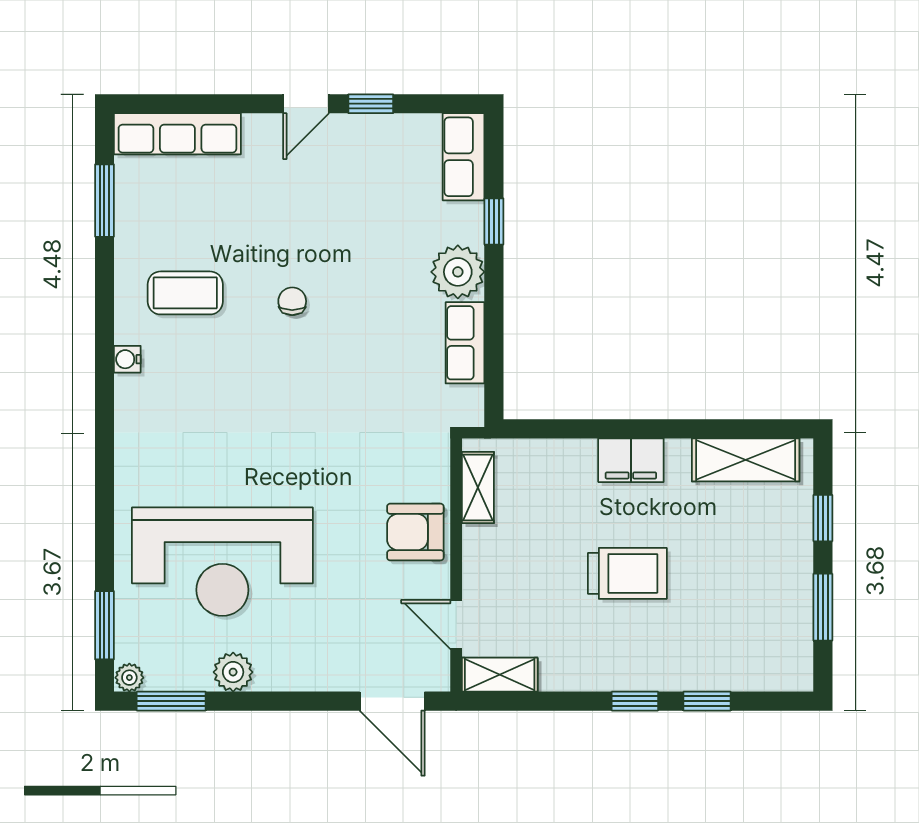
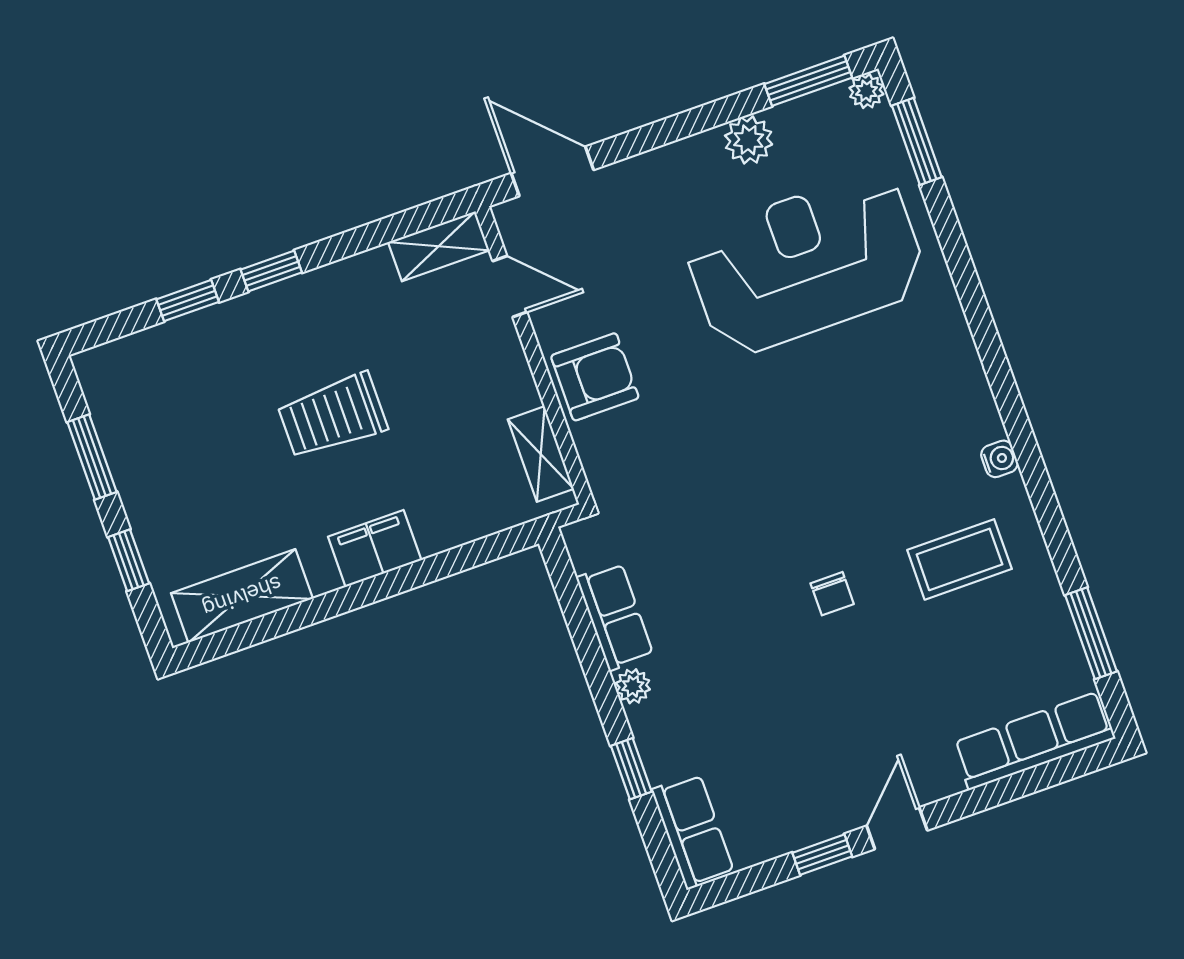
plant: (458, 272) -> (633, 686), width x0.53, depth x0.53

